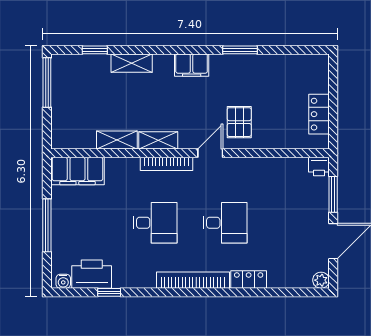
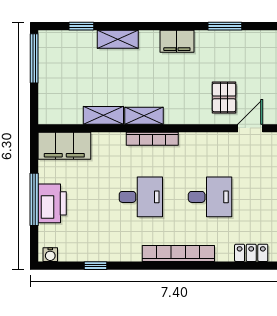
door: (210, 153) -> (250, 128), moved
printer: (92, 274) -> (52, 203), moved, turned 90
locker: (249, 279) -> (251, 253), moved

